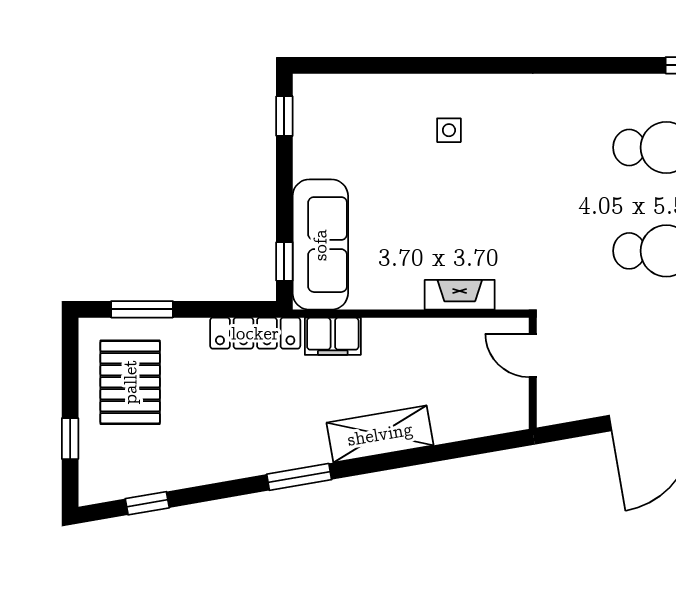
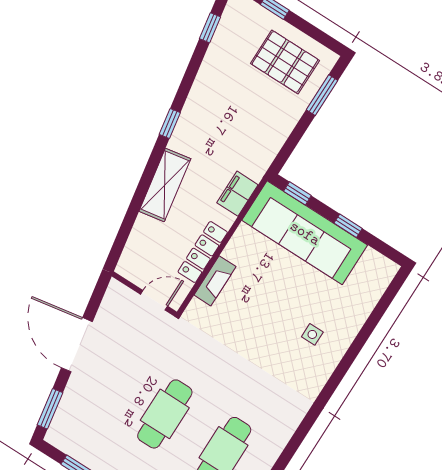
window: (284, 116) -> (348, 226), moved
sofa: (320, 245) -> (305, 233), width x1.36, depth x1.27
locker: (255, 333) -> (203, 252), moved
window: (299, 477) -> (170, 124), width x0.67

